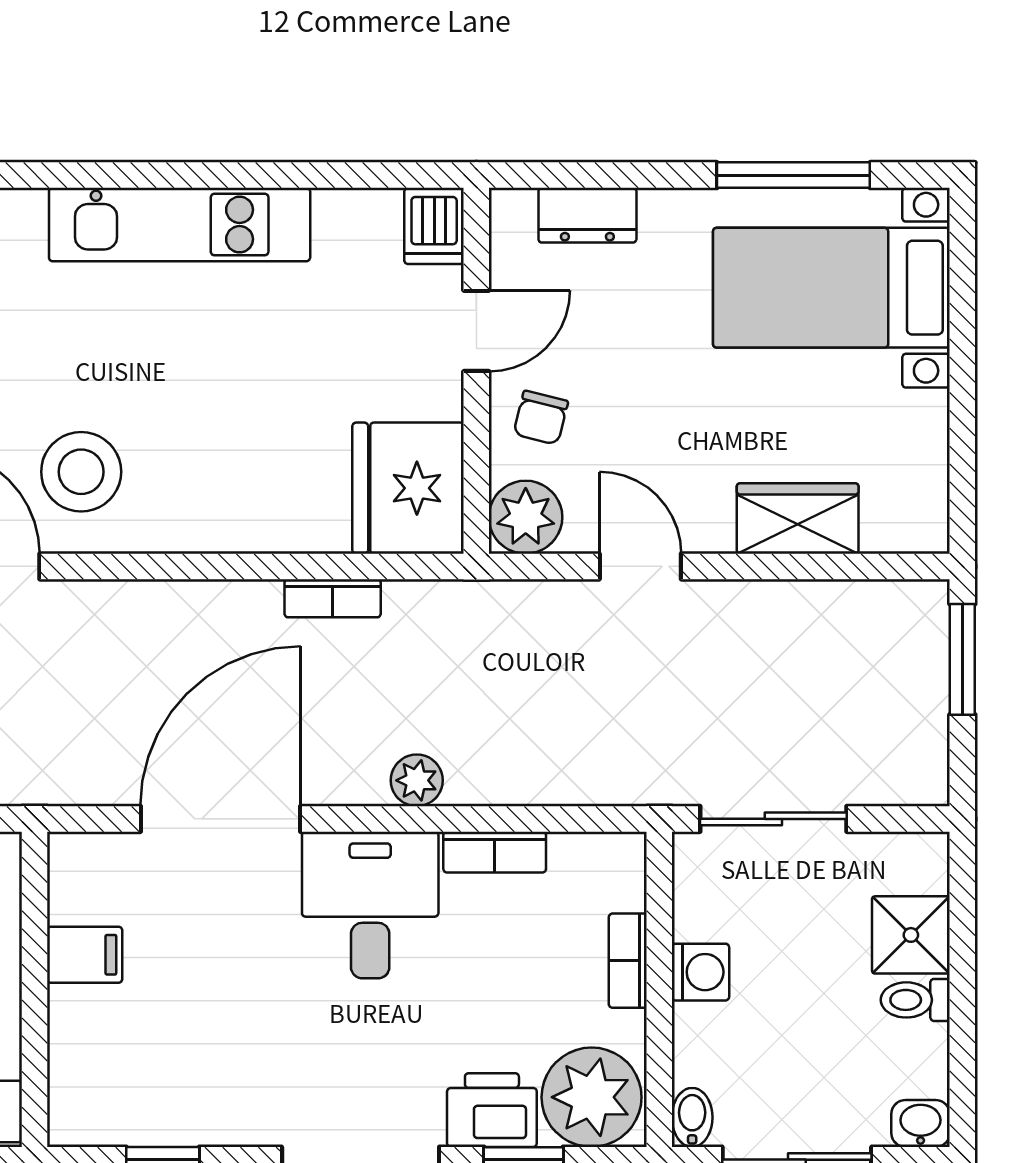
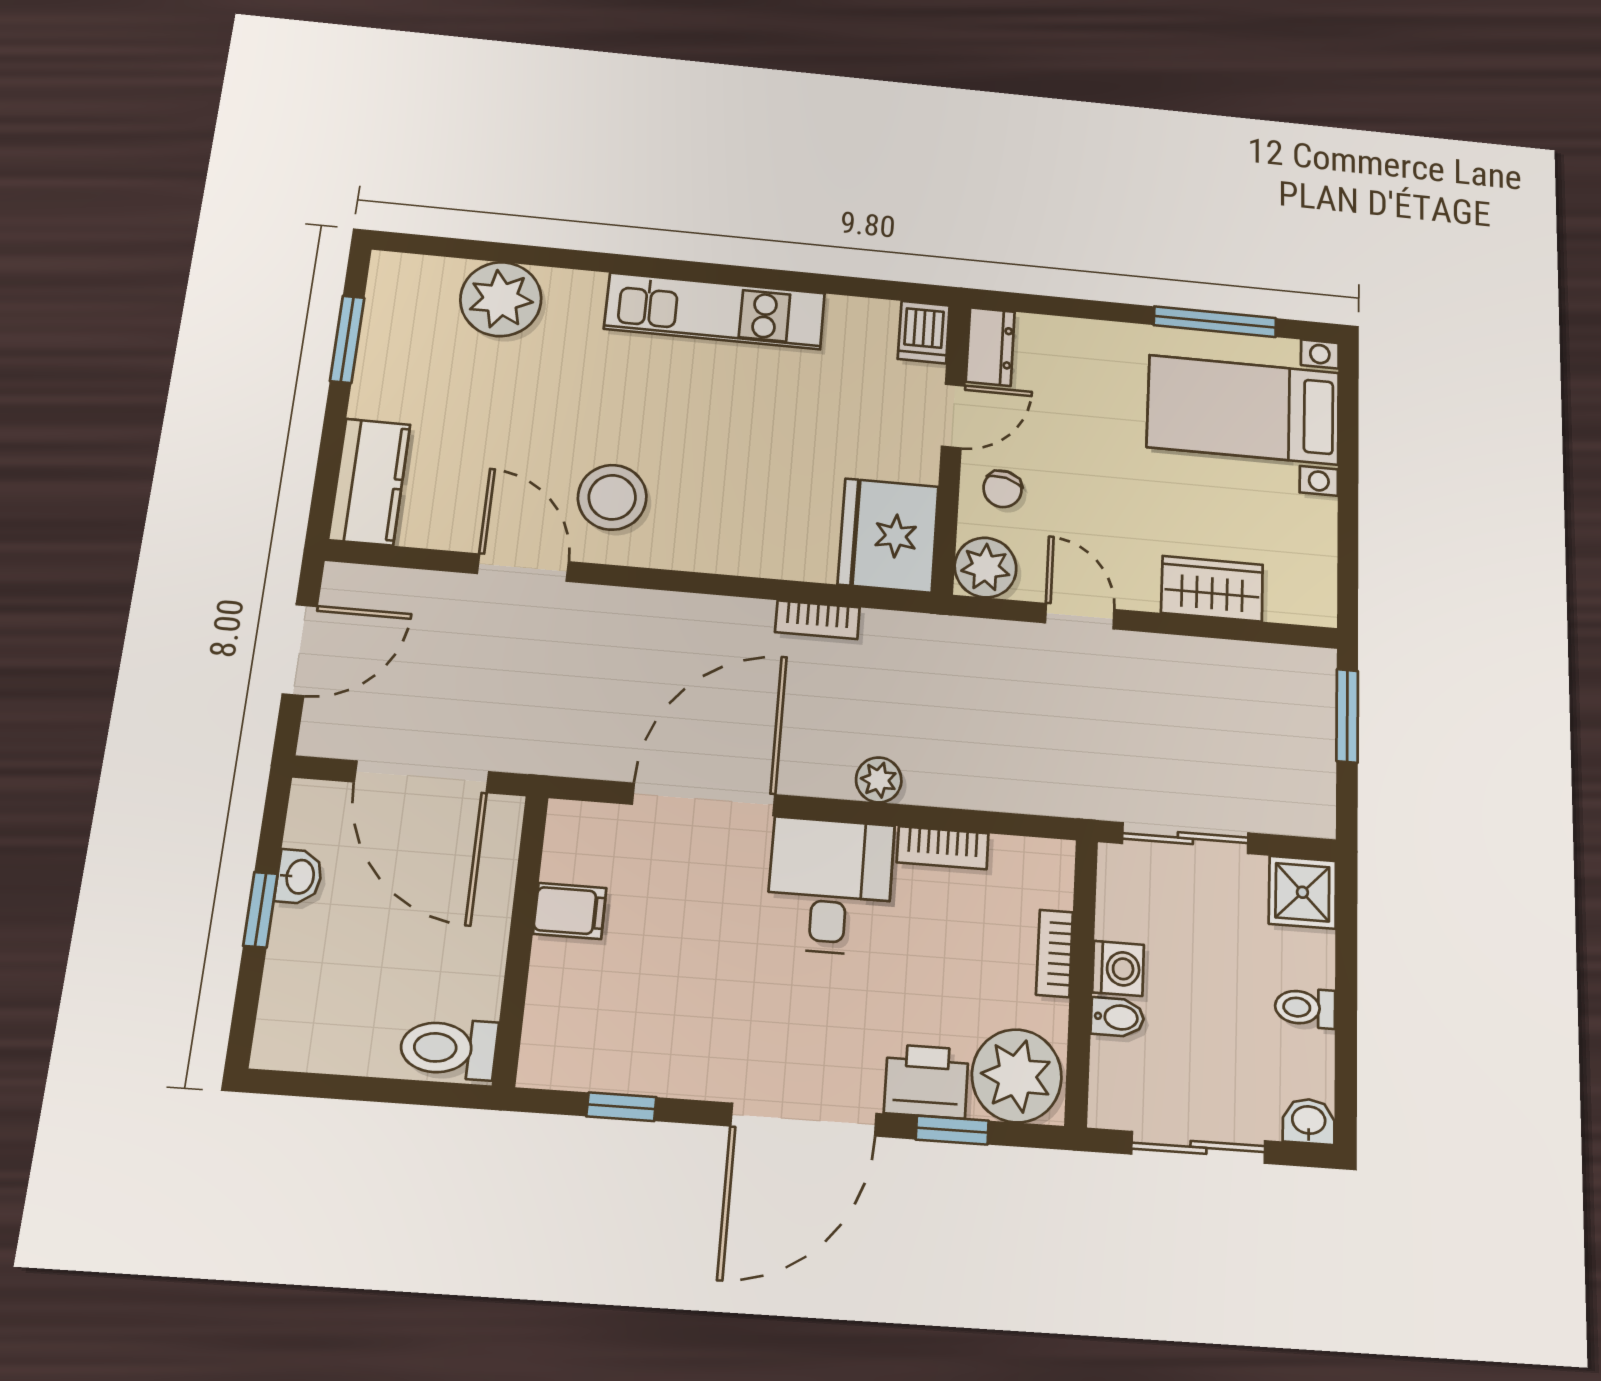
dresser: (587, 215) -> (990, 347), moved, turned -90
shower: (911, 935) -> (1302, 892), moved
bidet: (692, 1117) -> (1117, 1017), moved, turned 90

